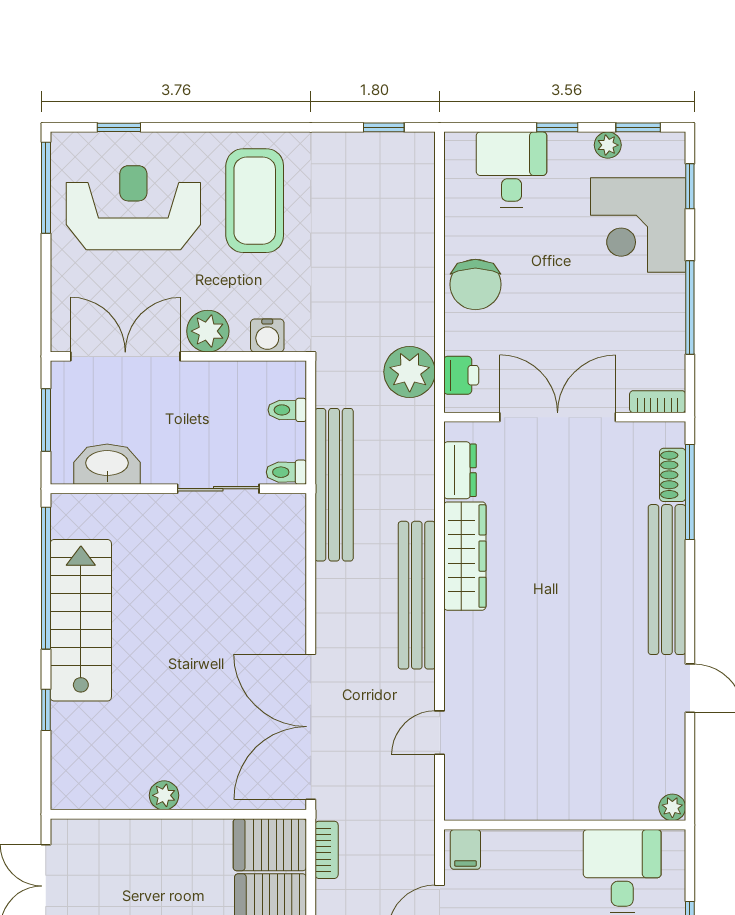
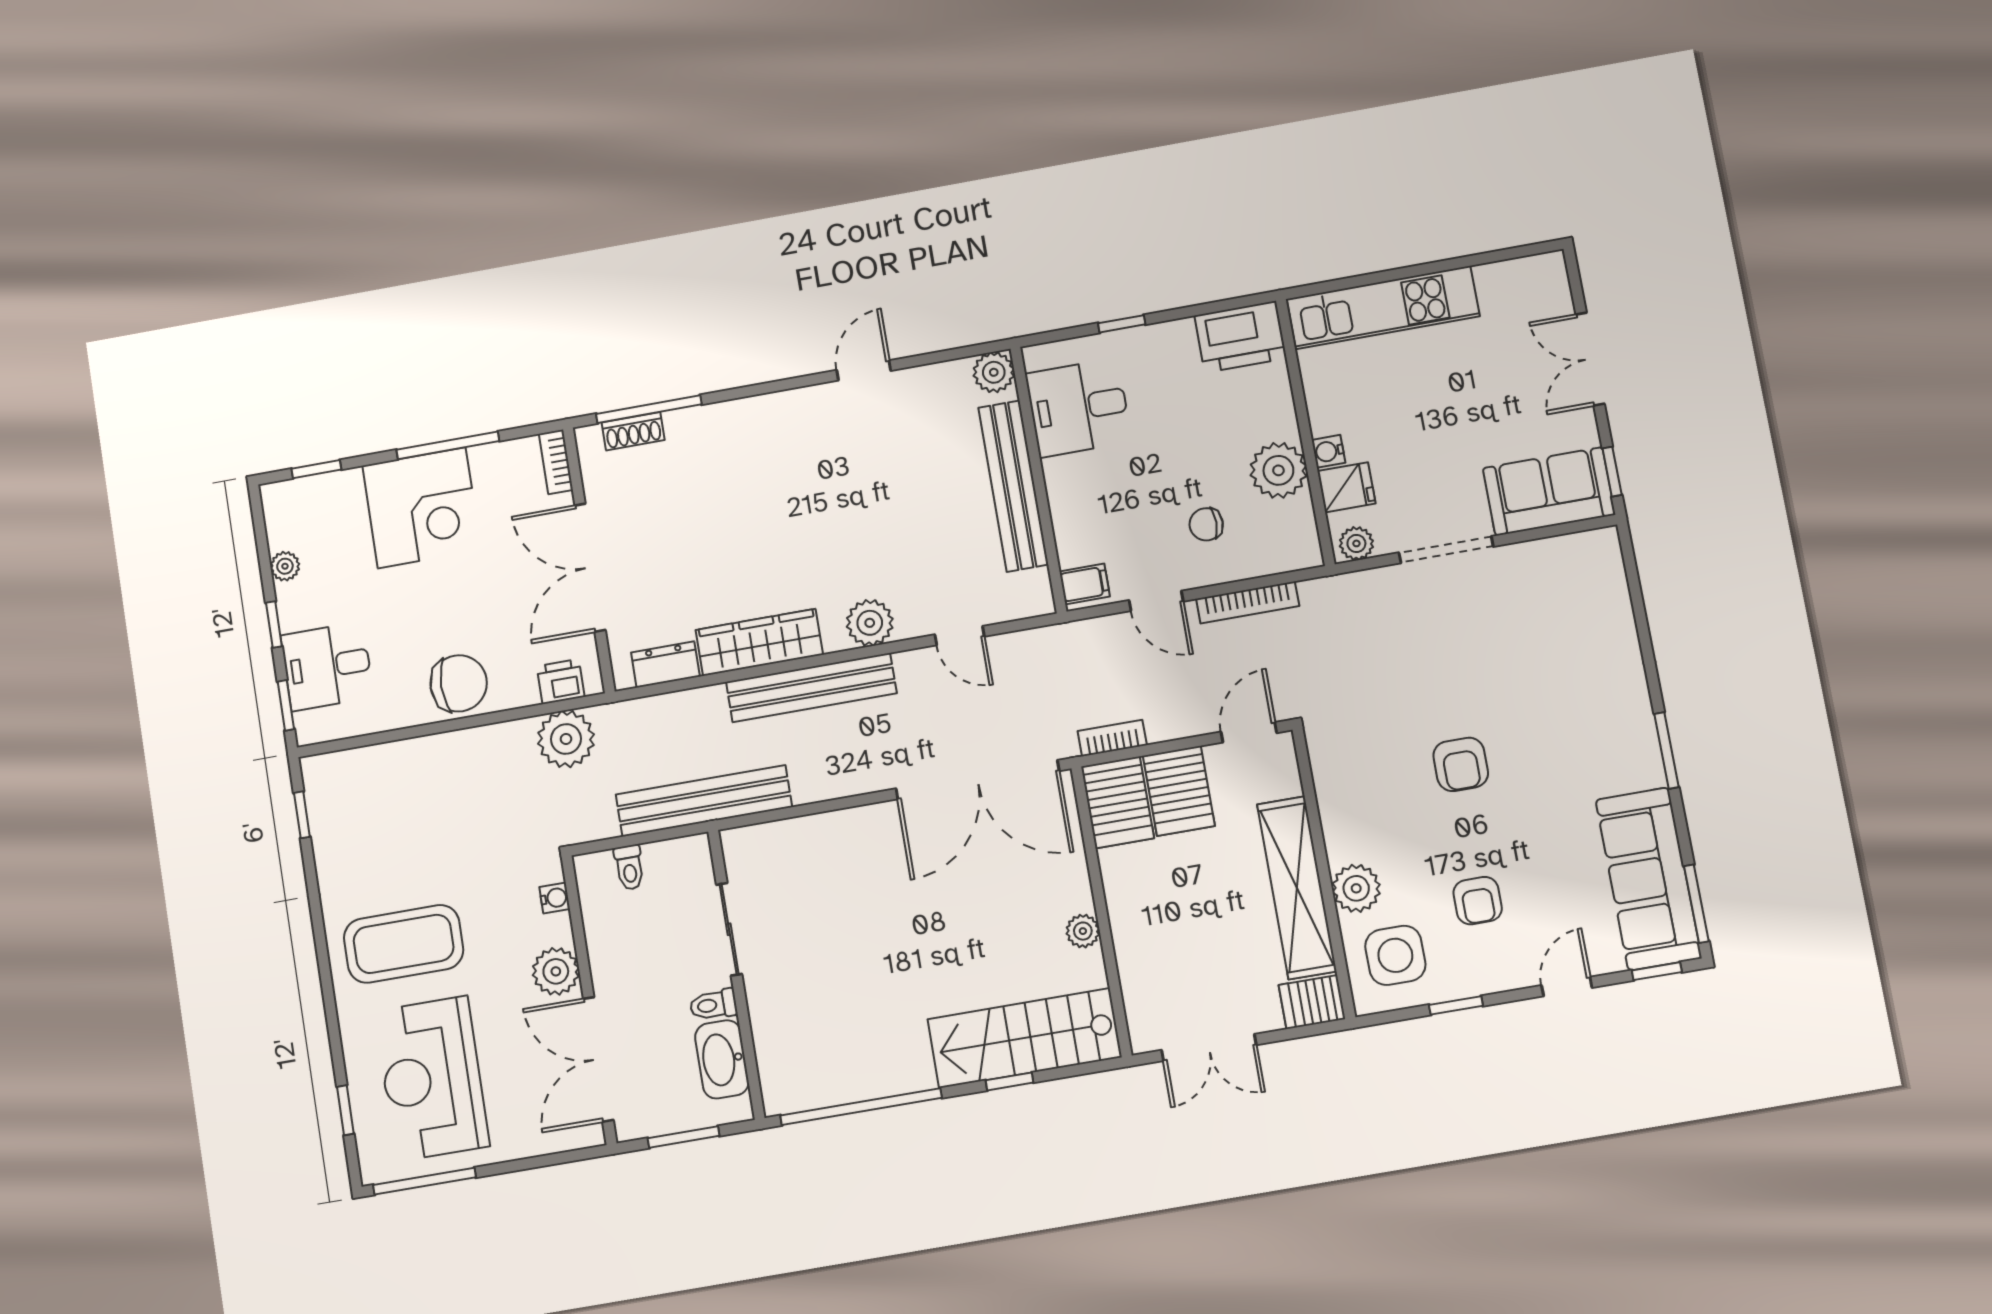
window: (638, 127) -> (286, 705), moved
corner desk: (638, 225) -> (422, 508), moved
water cooler: (267, 335) -> (555, 898), width x0.72, depth x0.72
toilet: (286, 472) -> (713, 1005), moved, turned 90
bench: (667, 580) -> (1013, 486), moved, turned 90
stairs: (81, 620) -> (1024, 1038), moved
plant: (465, 656) -> (870, 623), added
plant: (672, 807) -> (994, 372), width x1.38, depth x1.38

